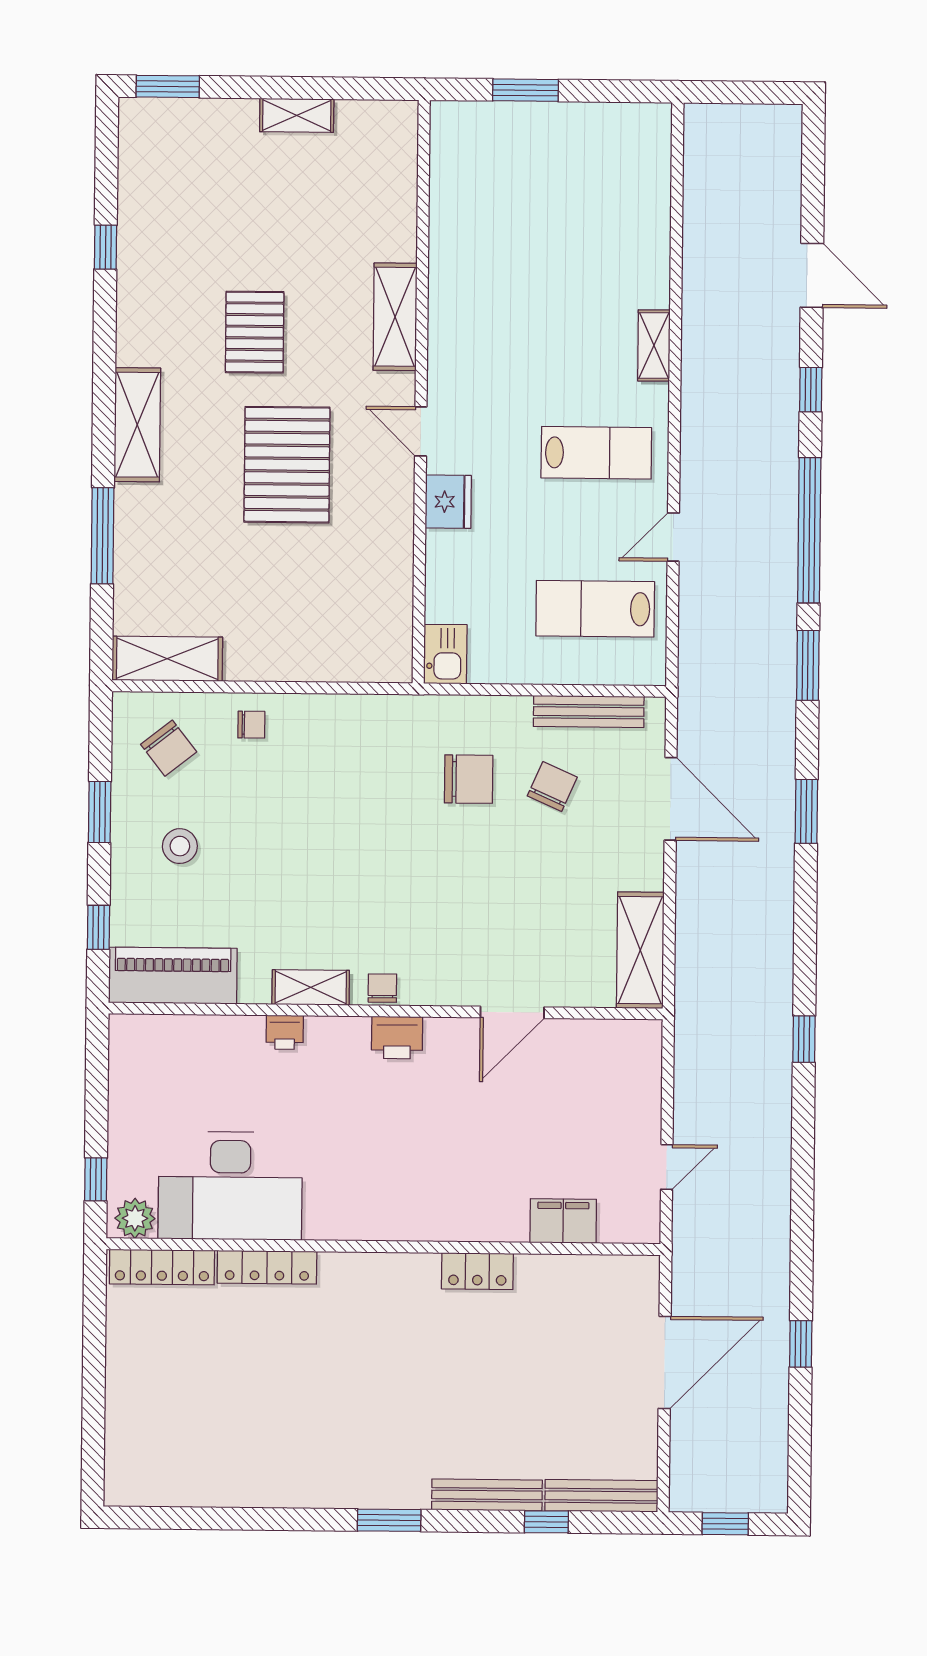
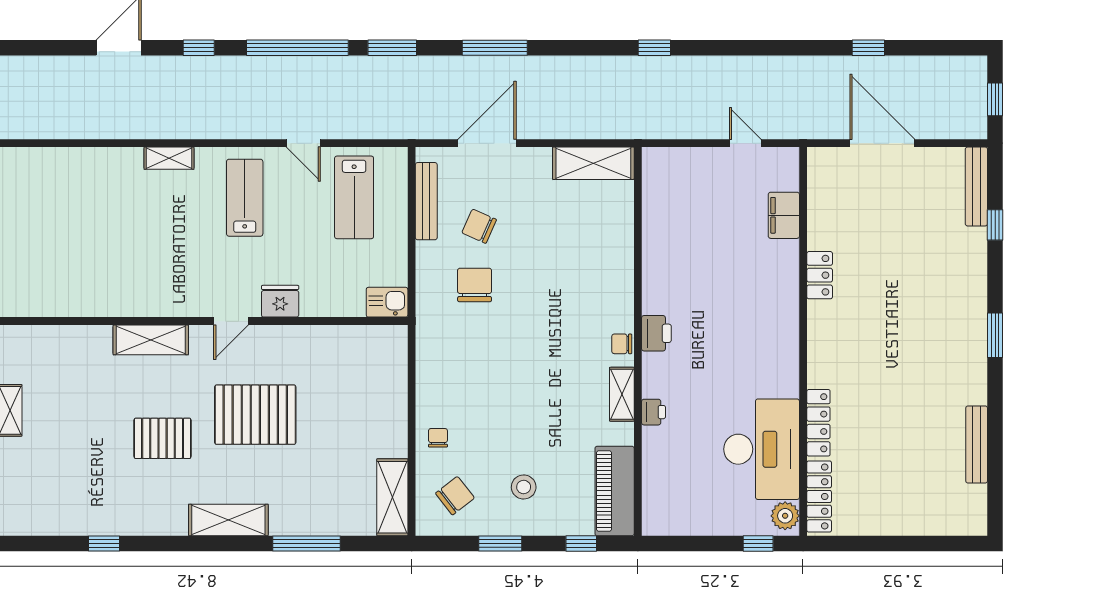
window: (806, 811) -> (495, 48), width x1.44
door: (512, 1012) -> (638, 253), removed
bench: (487, 1495) -> (977, 445), moved

